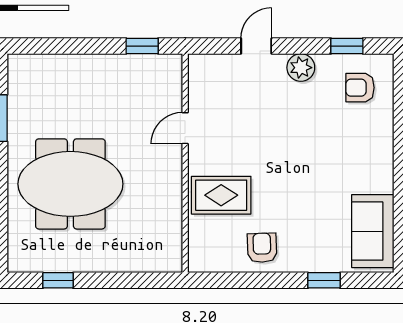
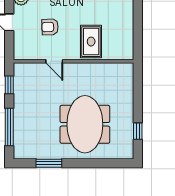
window: (65, 46) -> (9, 127), added
armchair: (262, 248) -> (50, 27), moved

